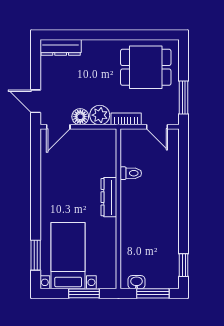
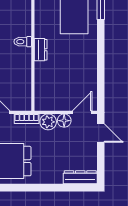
toilet: (131, 173) -> (23, 42), moved
dresser: (109, 197) -> (41, 50), width x0.70

